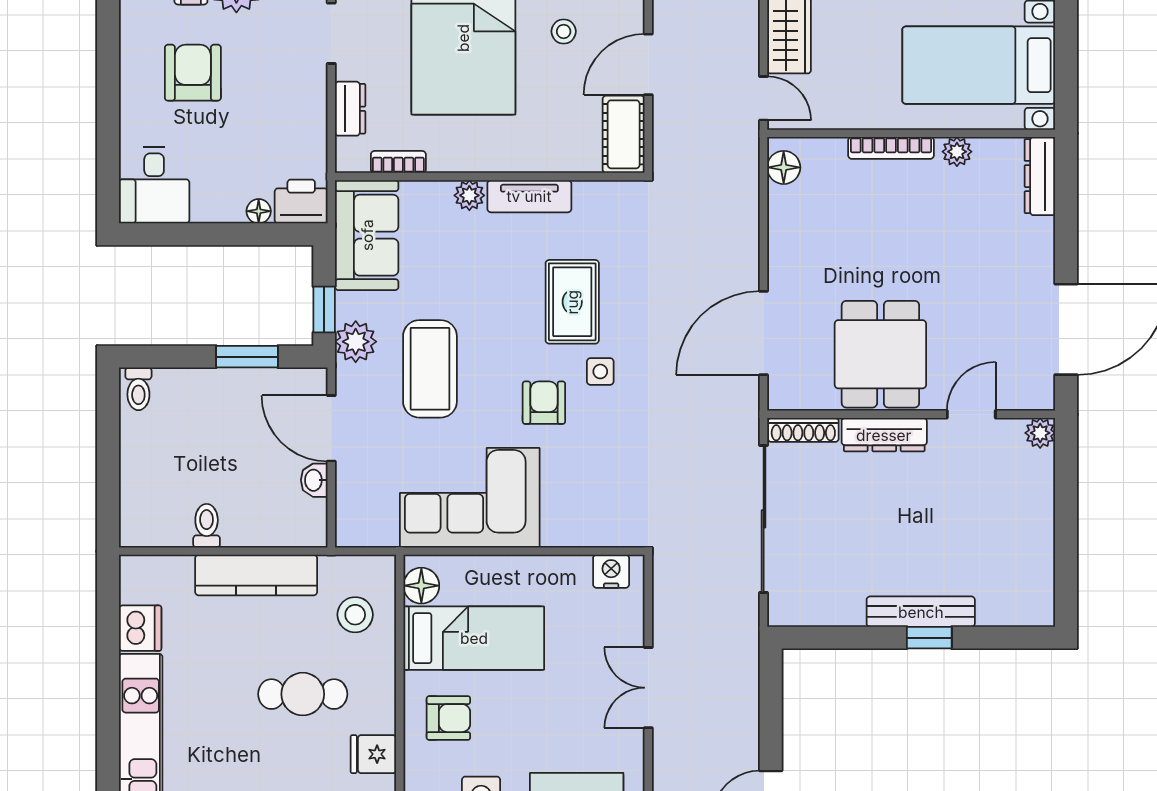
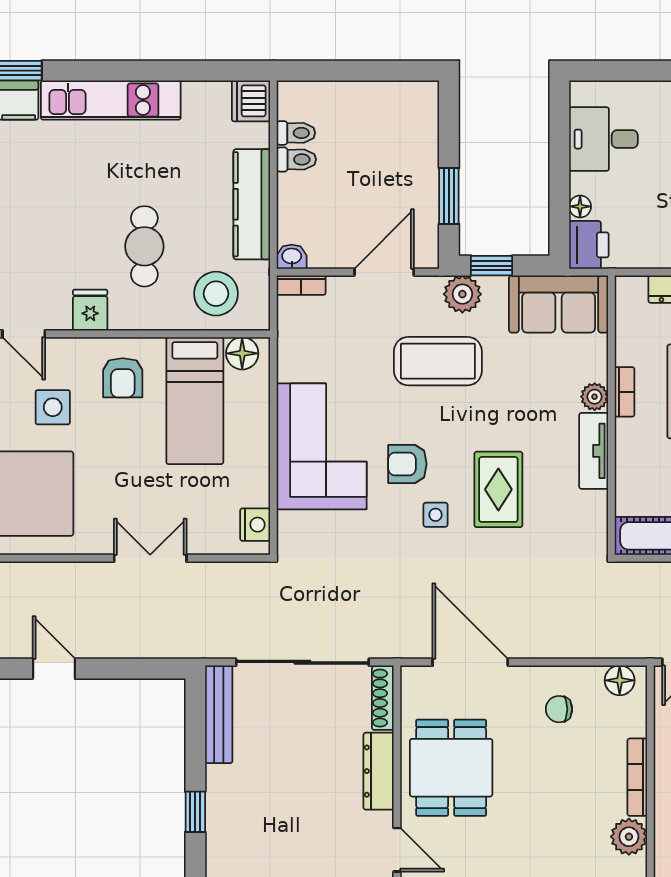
plant: (957, 152) -> (629, 837), width x1.38, depth x1.38
bookcase: (398, 162) -> (625, 392), moved
desk: (154, 185) -> (603, 139), moved
chair: (816, 235) -> (559, 709), added
rug: (572, 302) -> (498, 489), turned 90
dining table: (880, 354) -> (451, 768), turned 90
toilet: (138, 389) -> (296, 133), moved, turned 180
armchair: (544, 403) -> (407, 464), turned 180
washbasin: (314, 480) -> (292, 257), moved
corner sofa: (470, 498) -> (322, 446), moved
bookcase: (346, 520) -> (301, 285), added
bench: (921, 612) -> (219, 714), moved
stool: (355, 615) -> (216, 294), width x1.38, depth x1.38
dishwasher: (140, 628) -> (251, 101), moved, turned 90

